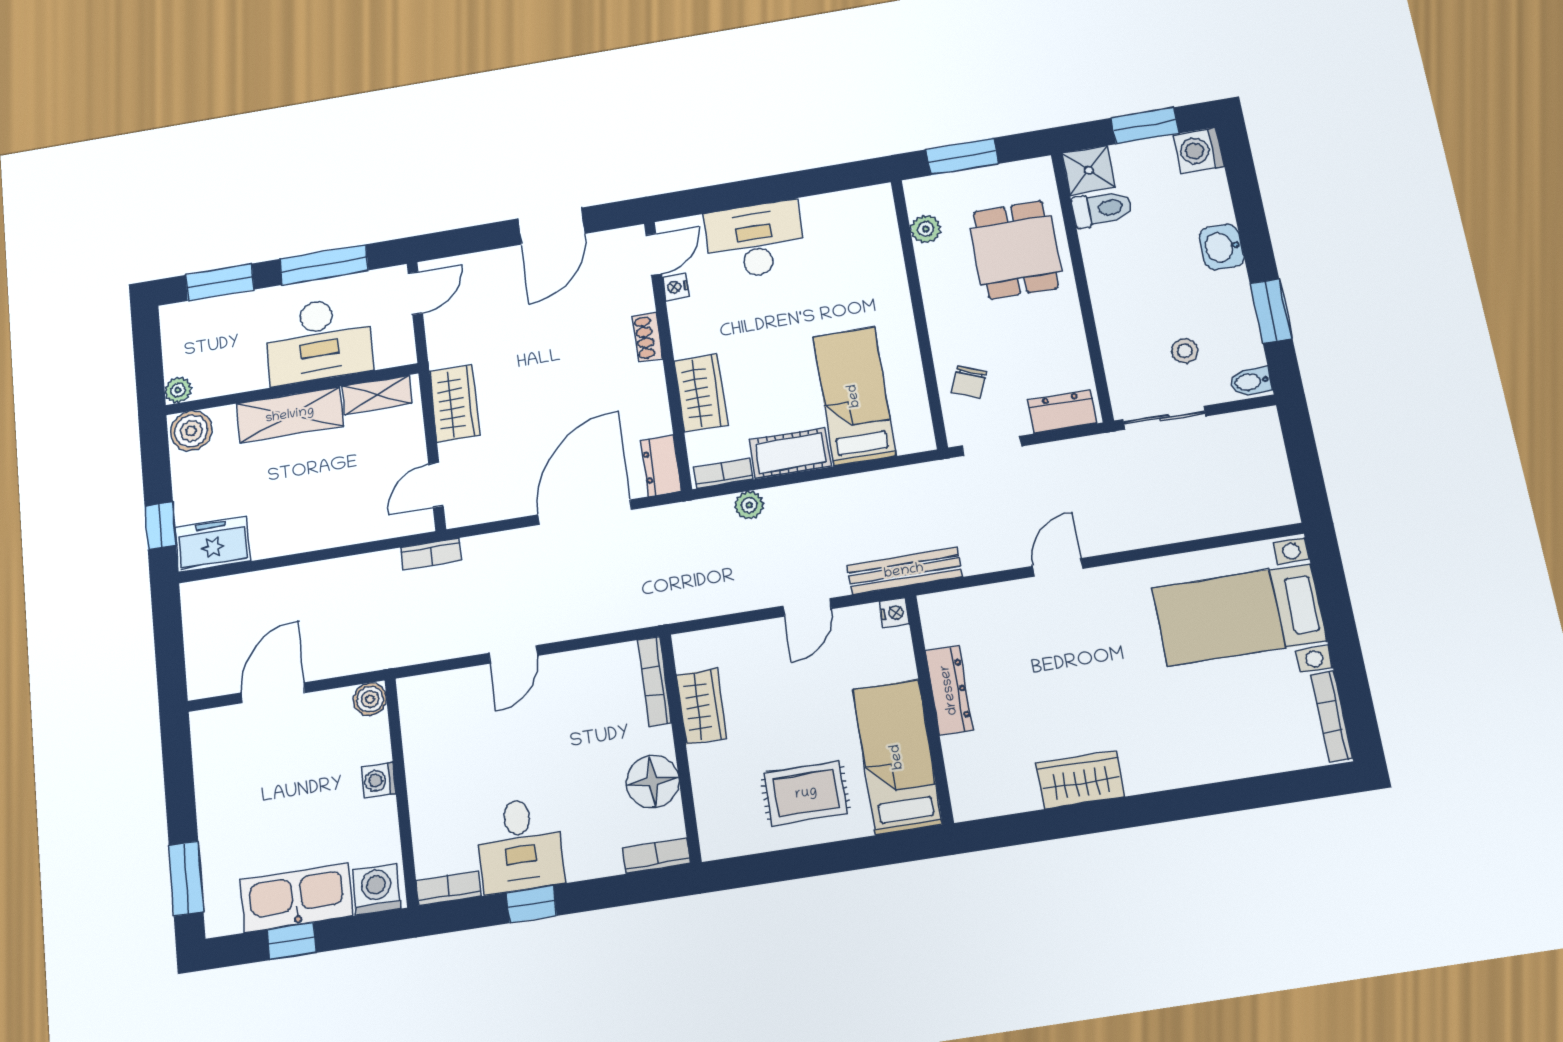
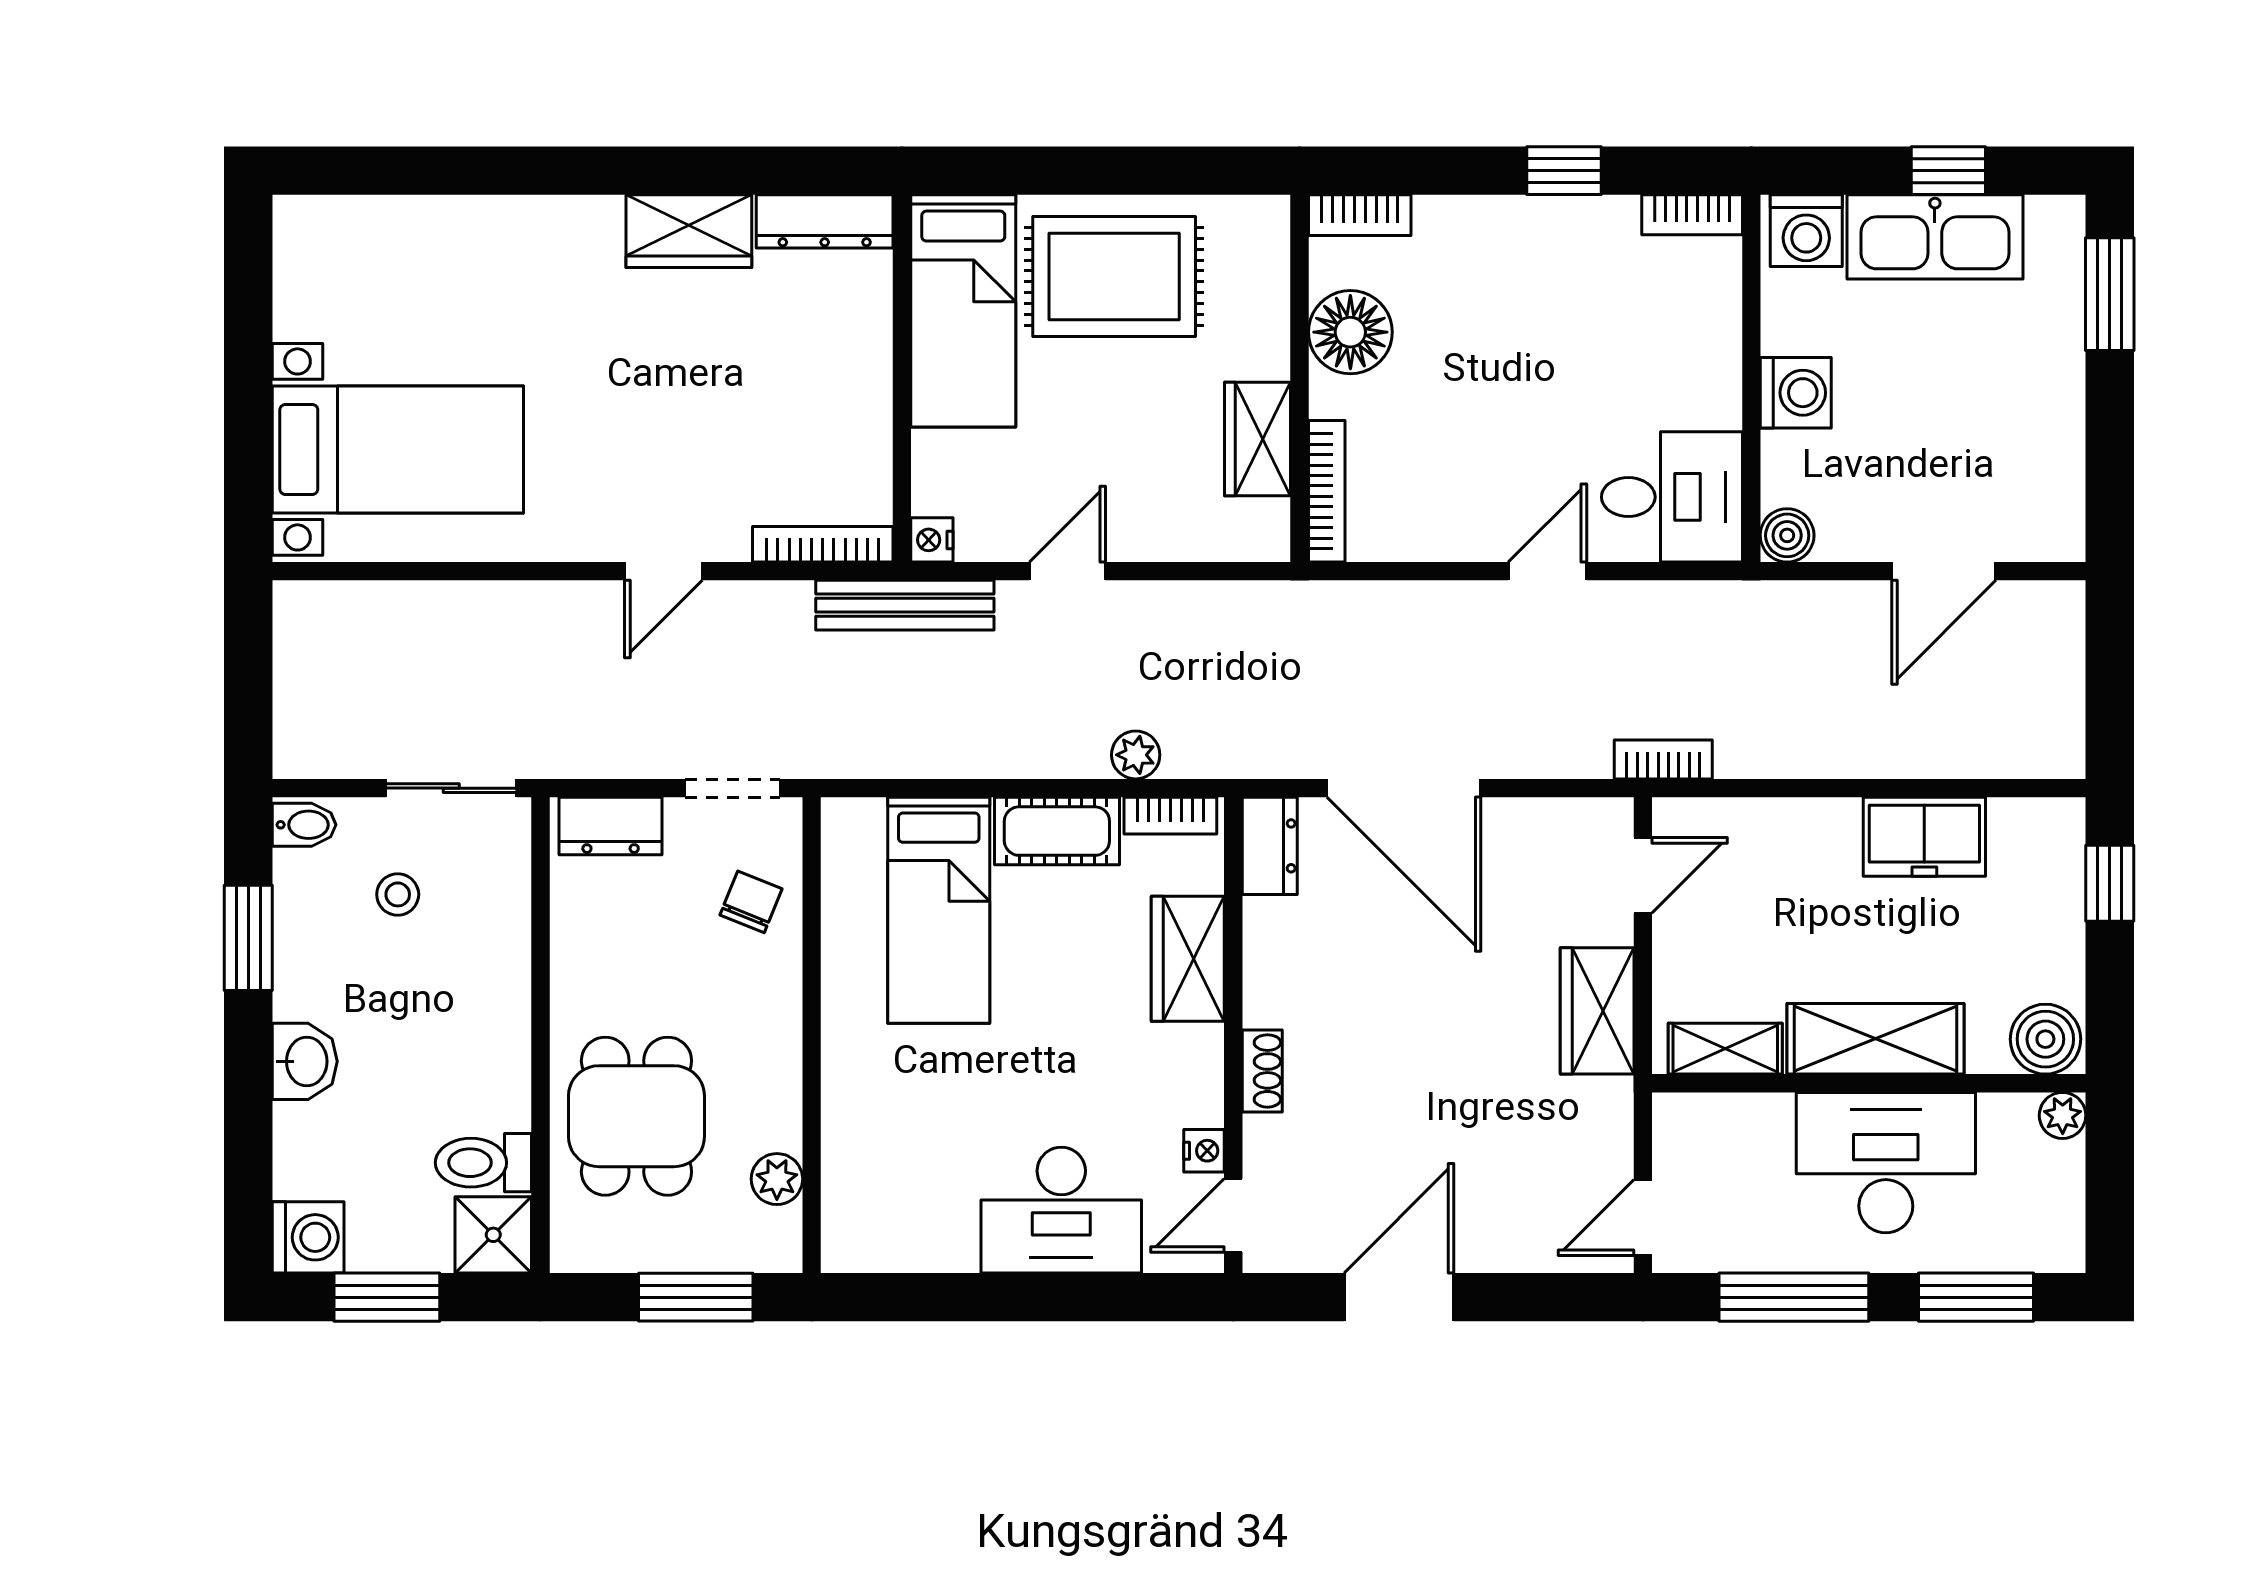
desk: (318, 340) -> (1886, 1163), moved
door: (585, 512) -> (1404, 788), hinge flipped
freezer: (212, 544) -> (1924, 837), moved
dresser: (949, 690) -> (825, 221), moved, turned -90
bookcase: (1332, 716) -> (823, 544), moved, turned -90
washing machine: (379, 780) -> (1796, 393), width x1.38, depth x1.38
rug: (806, 793) -> (1114, 276), width x1.36, depth x1.43
desk: (520, 845) -> (1672, 497), moved, turned 90

